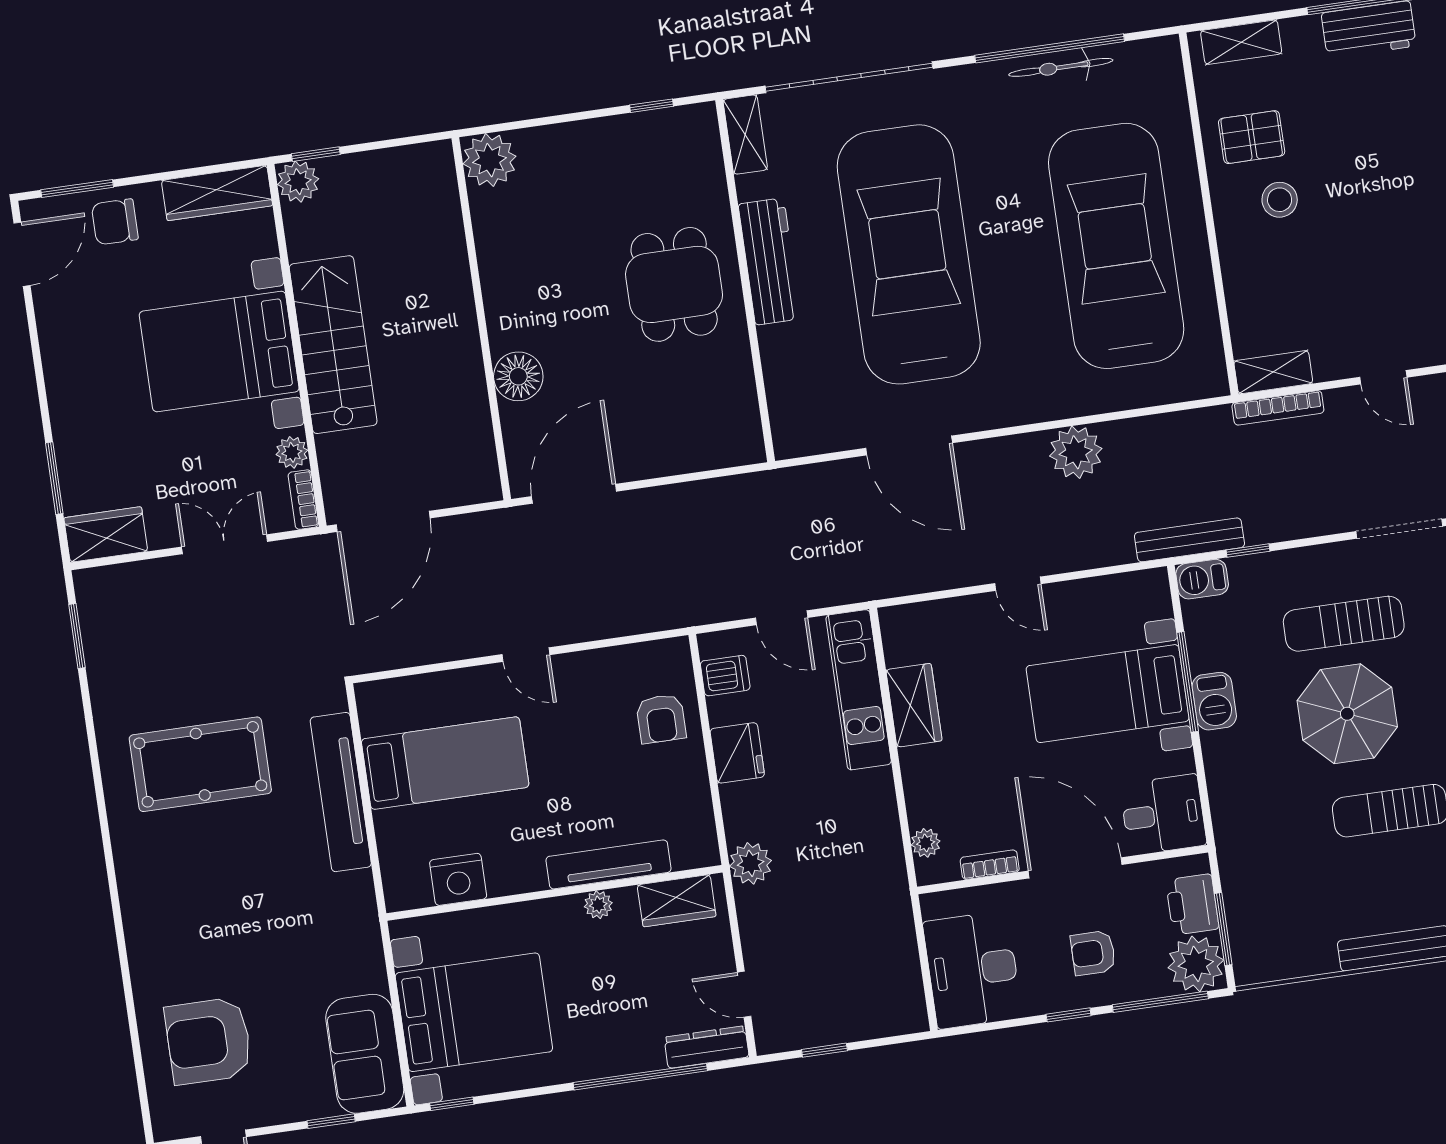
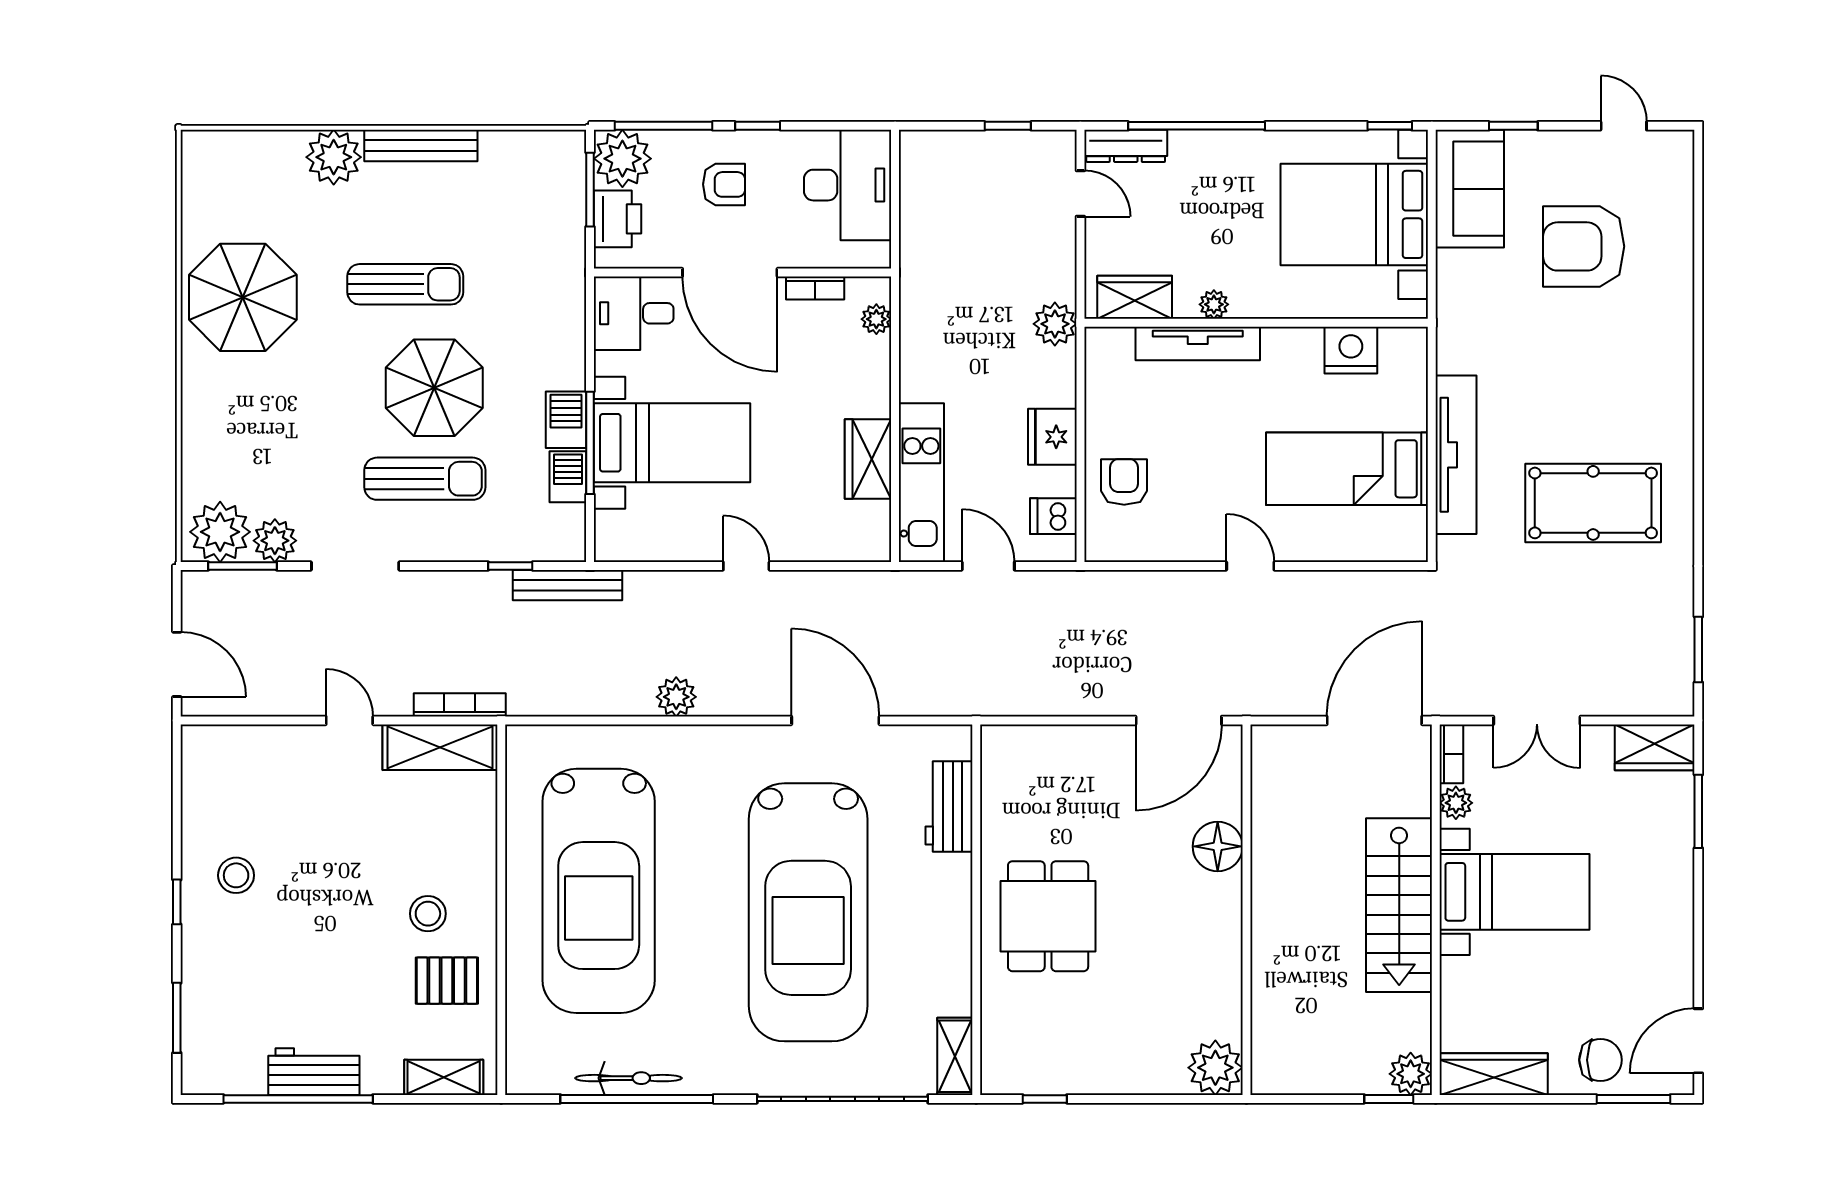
workbench: (769, 261) -> (949, 806), moved, width x0.73
bed with nightstands: (219, 352) -> (1514, 892), width x0.73
shelving: (1273, 372) -> (440, 747), width x1.50, depth x1.33
plant: (1076, 452) -> (676, 697), width x0.73, depth x0.73
barbecue: (1202, 579) -> (568, 477), moved, turned -90
armchair: (208, 1041) -> (1584, 246), moved, turned 180

